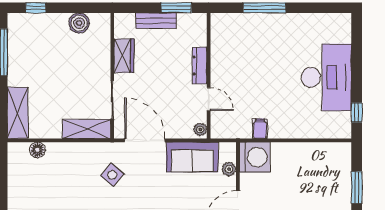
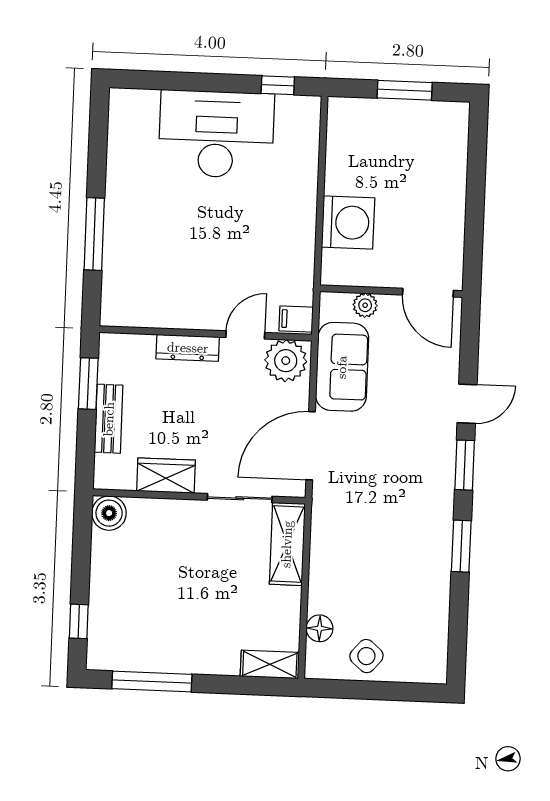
boiler: (79, 23) -> (109, 513), moved
shelving: (18, 113) -> (270, 664), width x0.67, depth x0.75
plant: (200, 129) -> (286, 361), width x1.87, depth x1.87
filing cabinet: (260, 129) -> (296, 319), moved
washing machine: (255, 157) -> (348, 222), moved, turned 90
side table: (112, 175) -> (366, 656), moved

